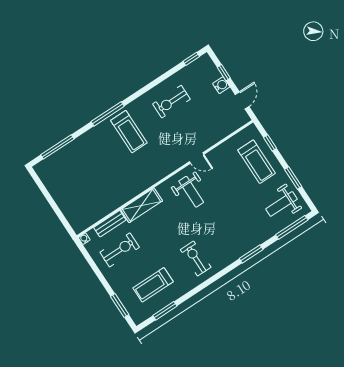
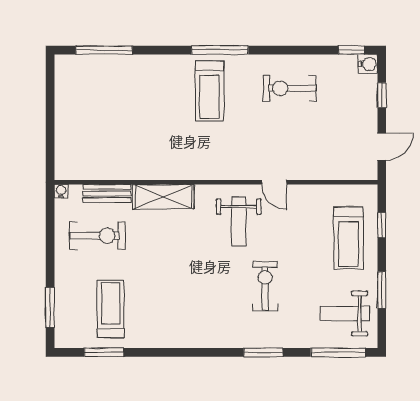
water cooler: (221, 85) -> (368, 64), moved
window: (108, 114) -> (220, 50), moved
exercise bike: (196, 258) -> (265, 286), moved
treadmill: (153, 285) -> (111, 309), turned 90

